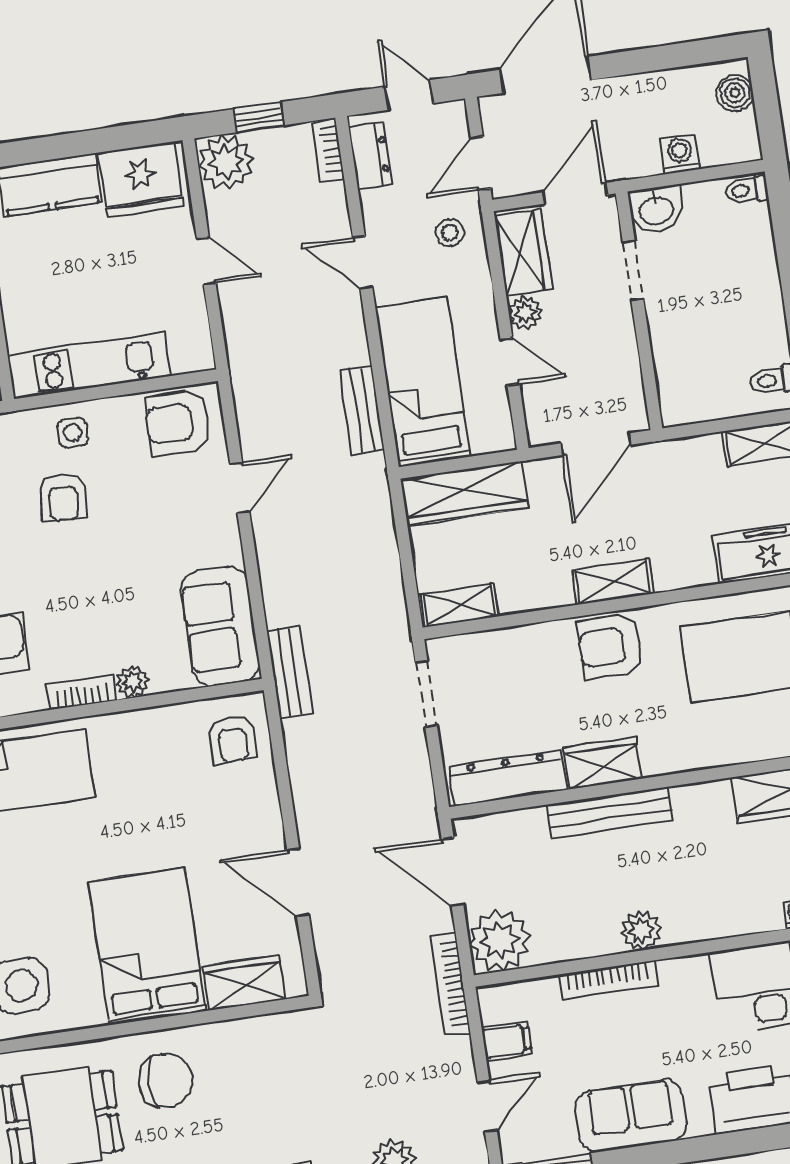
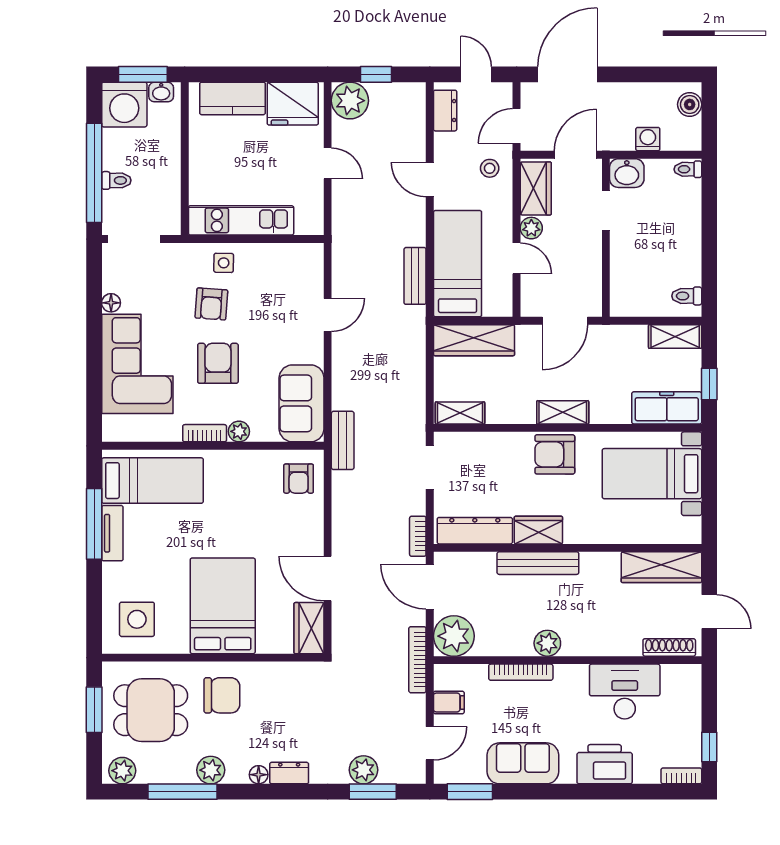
bookcase: (328, 150) -> (418, 536), moved
armchair: (178, 423) -> (218, 363), moved, turned 89
wardrobe: (244, 983) -> (309, 628), moved, turned -90

